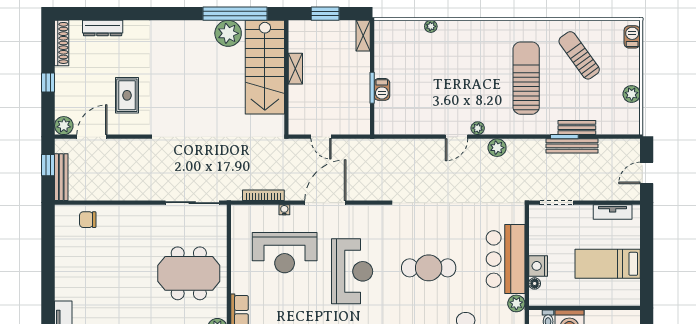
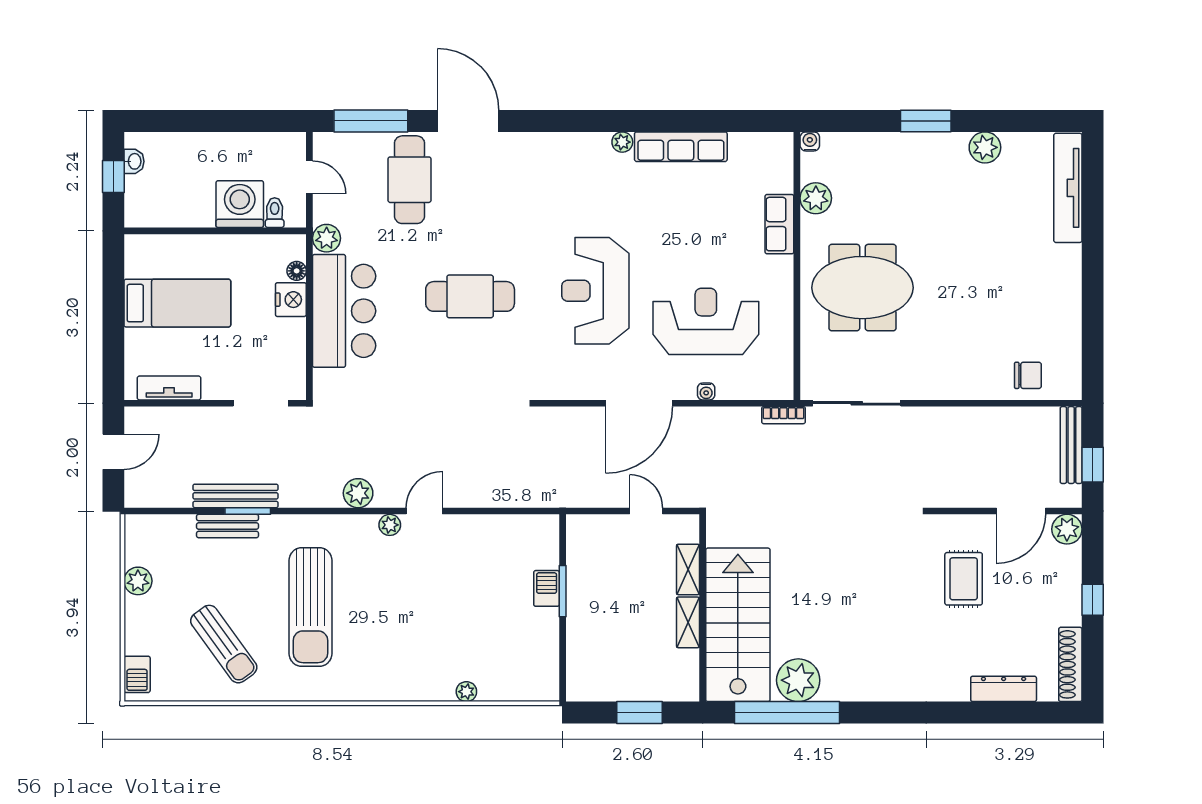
shelving: (363, 36) -> (688, 569), moved
bookcase: (263, 195) -> (783, 415), moved, width x0.64

